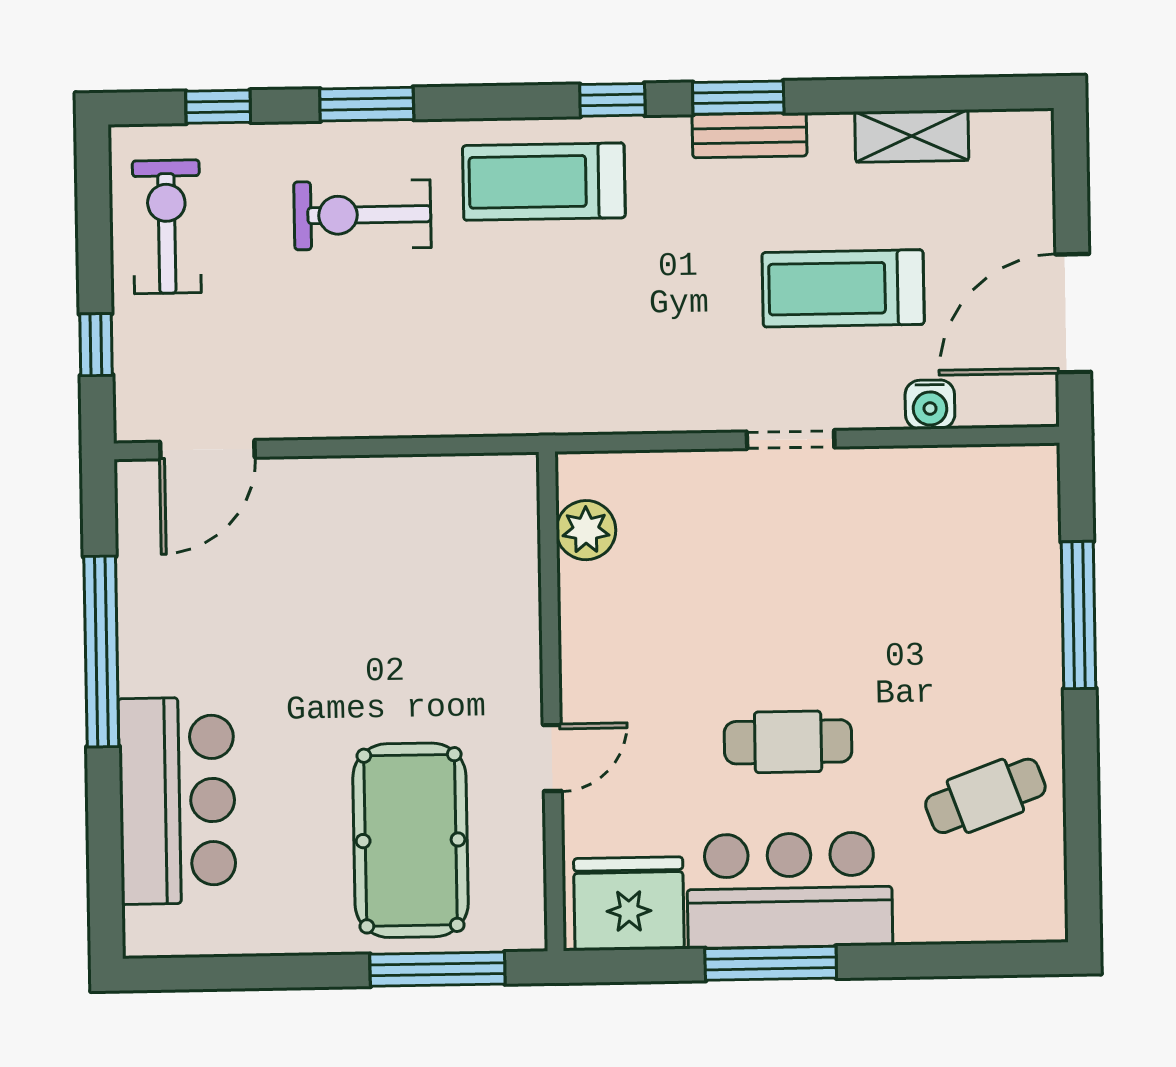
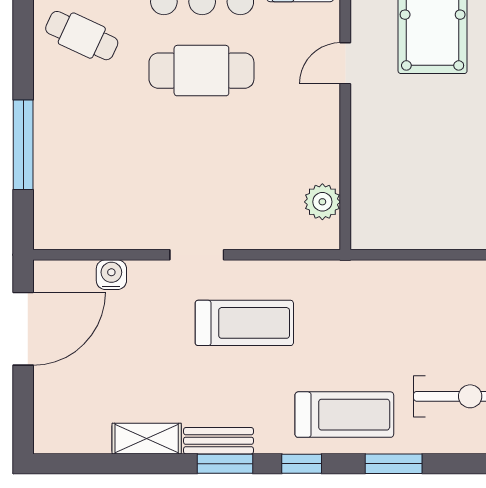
window: (367, 104) -> (394, 464), moved
shelving: (912, 136) -> (147, 439), moved
treadmill: (843, 288) -> (244, 323), moved
cafe table: (788, 742) -> (201, 71), width x1.37, depth x1.35
cafe table: (985, 796) -> (82, 36), turned 45

